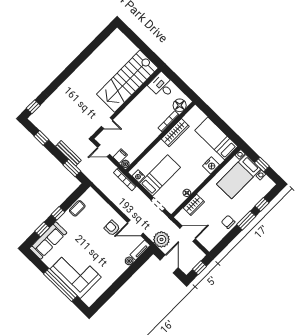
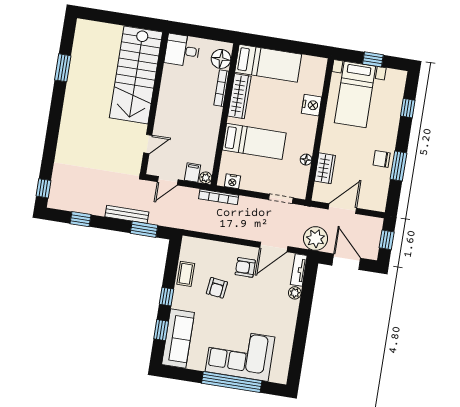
window: (90, 49) -> (63, 68), added
bed: (216, 138) -> (268, 63), moved, turned 180
bed: (160, 175) -> (254, 141), moved, turned 90
window: (246, 220) -> (398, 166), moved
armchair: (89, 228) -> (217, 288), added

